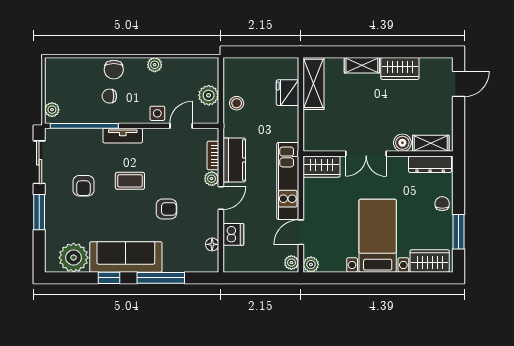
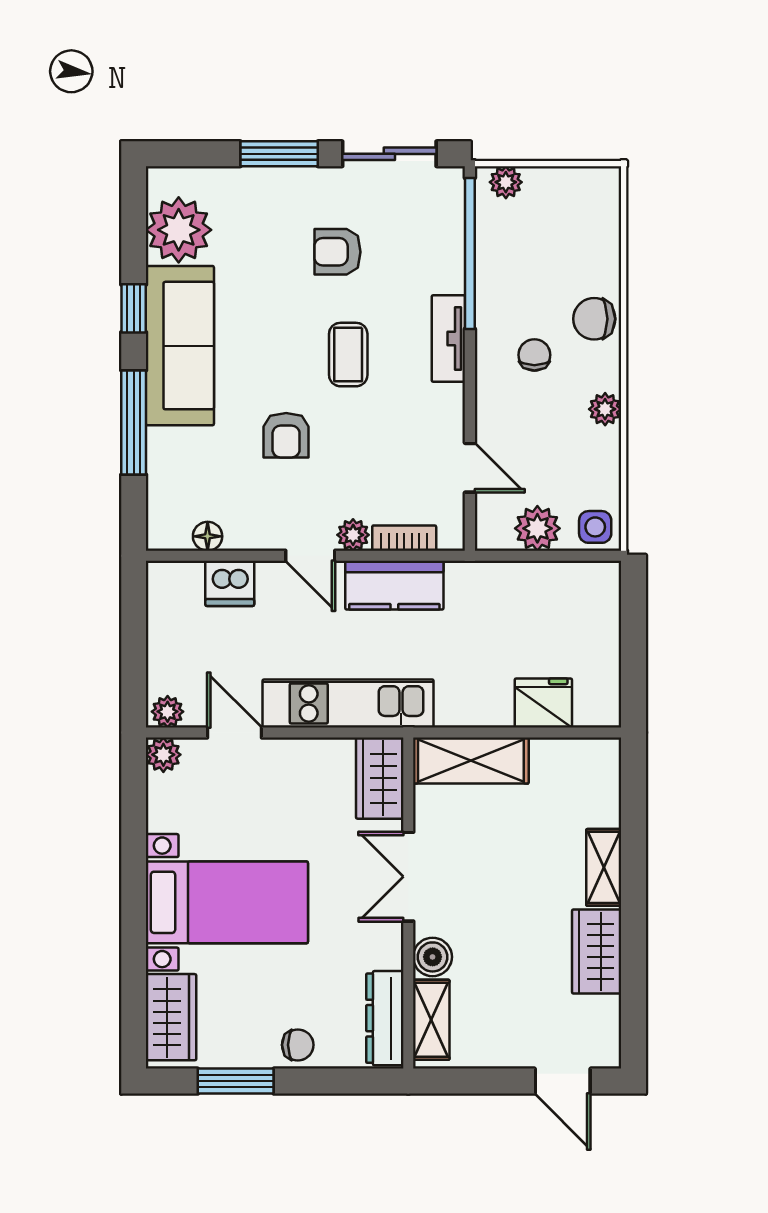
shelving: (314, 83) -> (471, 761), moved
chair: (109, 96) -> (534, 355), moved
stool: (237, 103) -> (520, 590), removed
side table: (157, 113) -> (595, 527), moved

